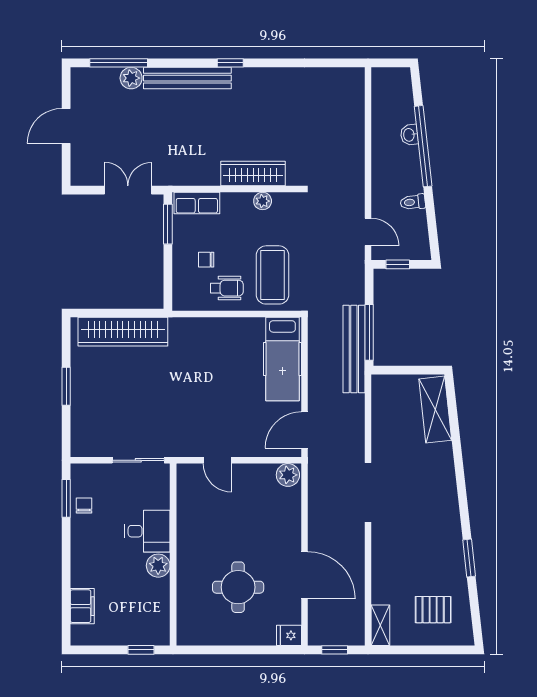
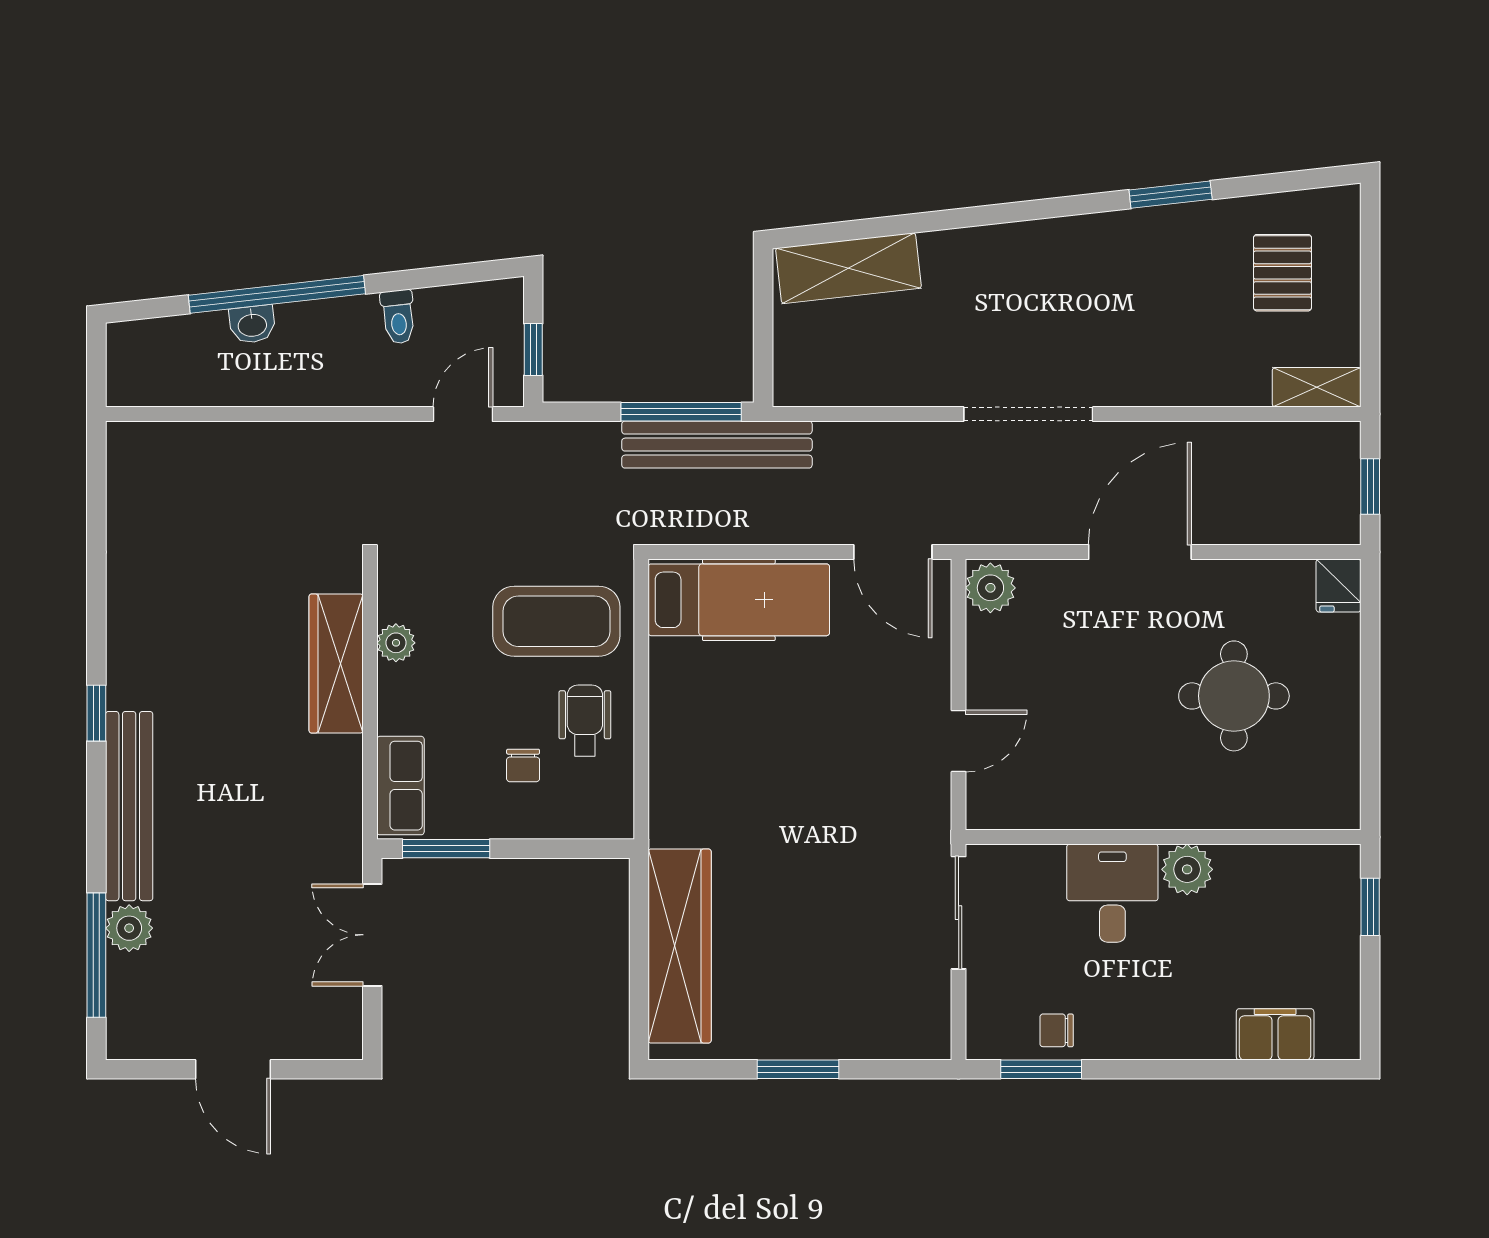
door: (304, 575) -> (1140, 552), moved

